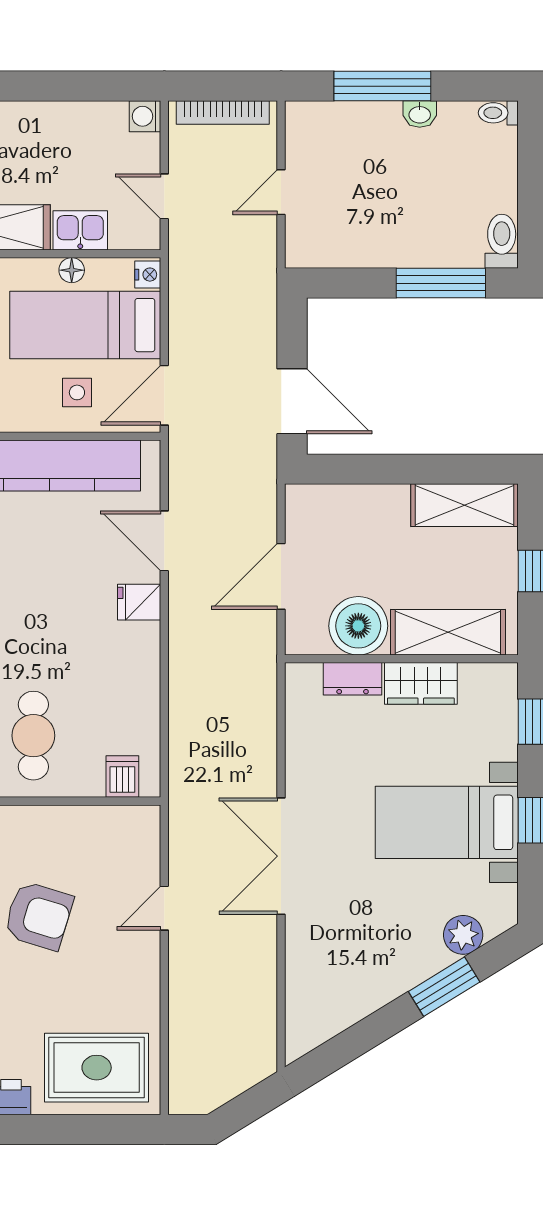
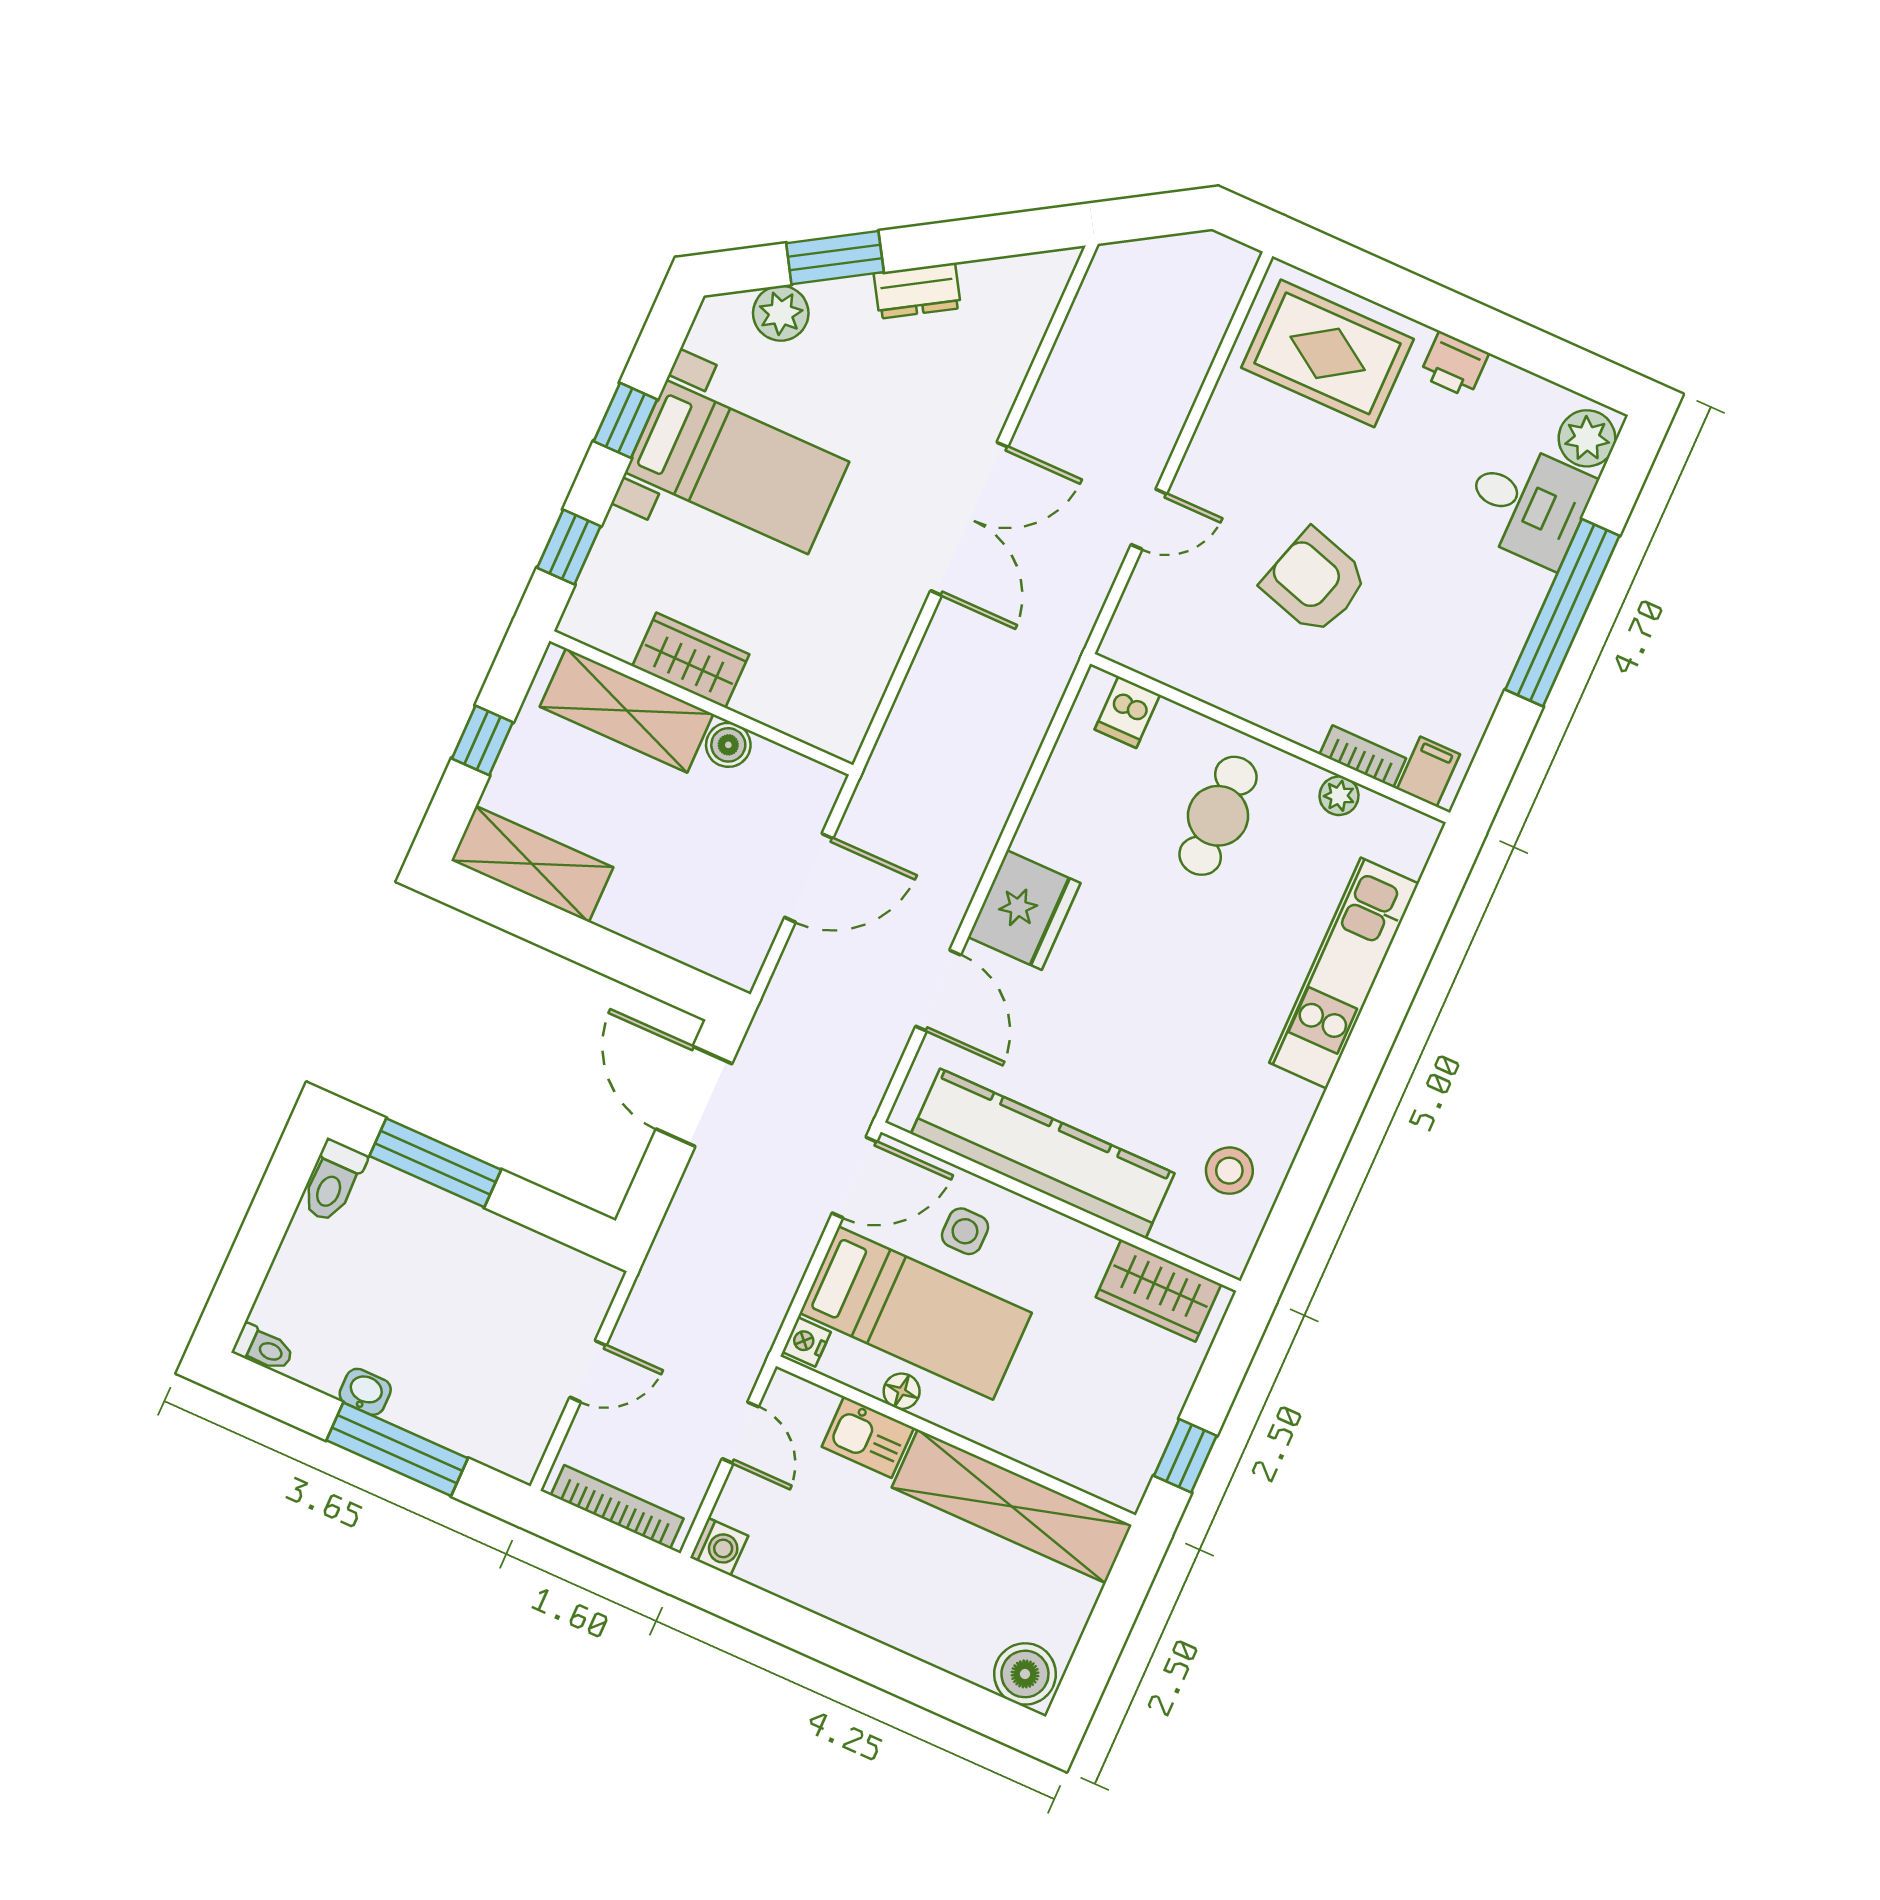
fridge: (139, 602) -> (1024, 910), width x1.88, depth x1.34
boiler: (358, 626) -> (728, 745), width x0.54, depth x0.54
dresser: (353, 679) -> (917, 291), moved, turned 148

